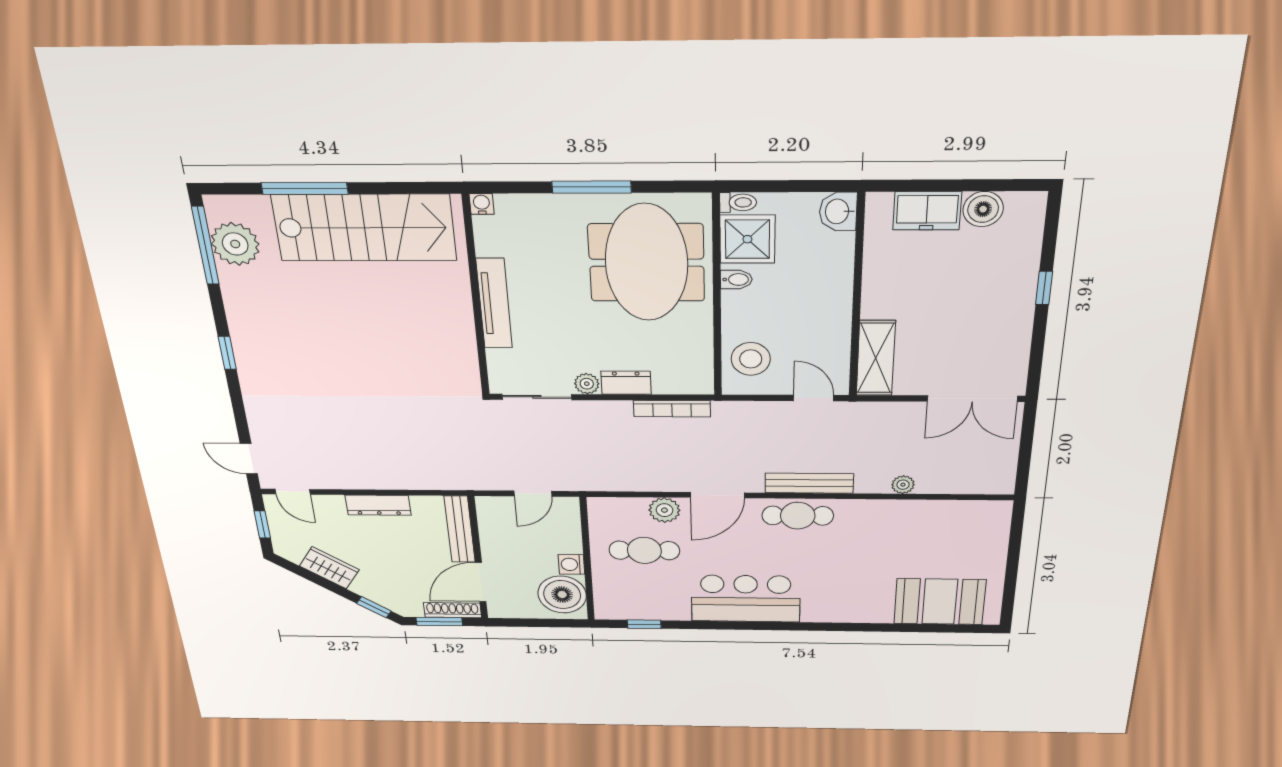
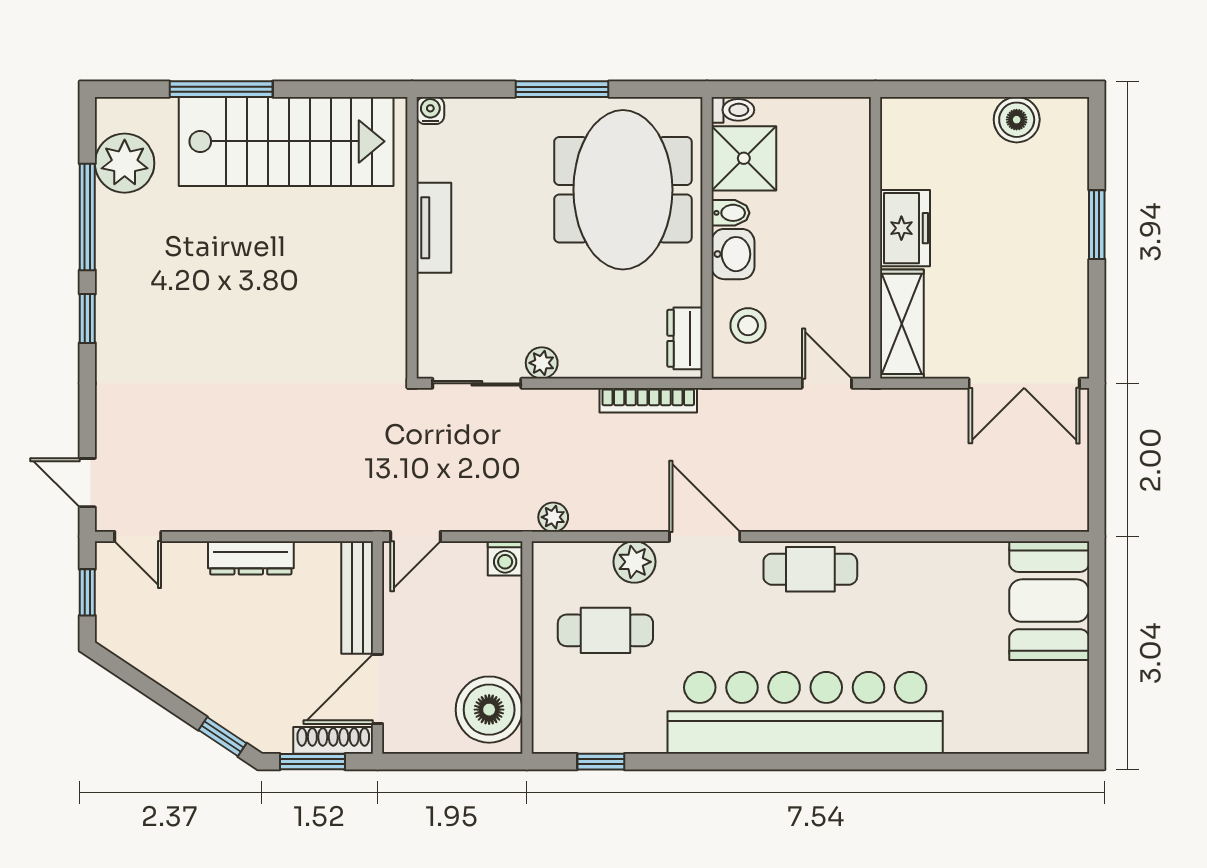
washbasin: (838, 211) -> (733, 254), moved, turned 180
freezer: (927, 211) -> (905, 228), moved, turned -90
window: (205, 246) -> (87, 217), moved
window: (1044, 288) -> (1097, 225), width x1.50
tv unit: (494, 303) -> (434, 228), width x0.71
stool: (751, 359) -> (748, 326), width x0.73, depth x0.73
dresser: (626, 383) -> (685, 338), moved, turned -90
bench: (809, 483) -> (824, 516), removed
plant: (903, 485) -> (553, 517), moved
door: (533, 494) -> (415, 536), moved
door: (717, 495) -> (705, 536), swing flipped
washing machine: (571, 564) -> (505, 558), moved, turned -90
wardrobe: (329, 568) -> (169, 667), removed
bar counter: (746, 599) -> (805, 713), width x1.86
booth: (940, 602) -> (1049, 601), moved, turned 90

